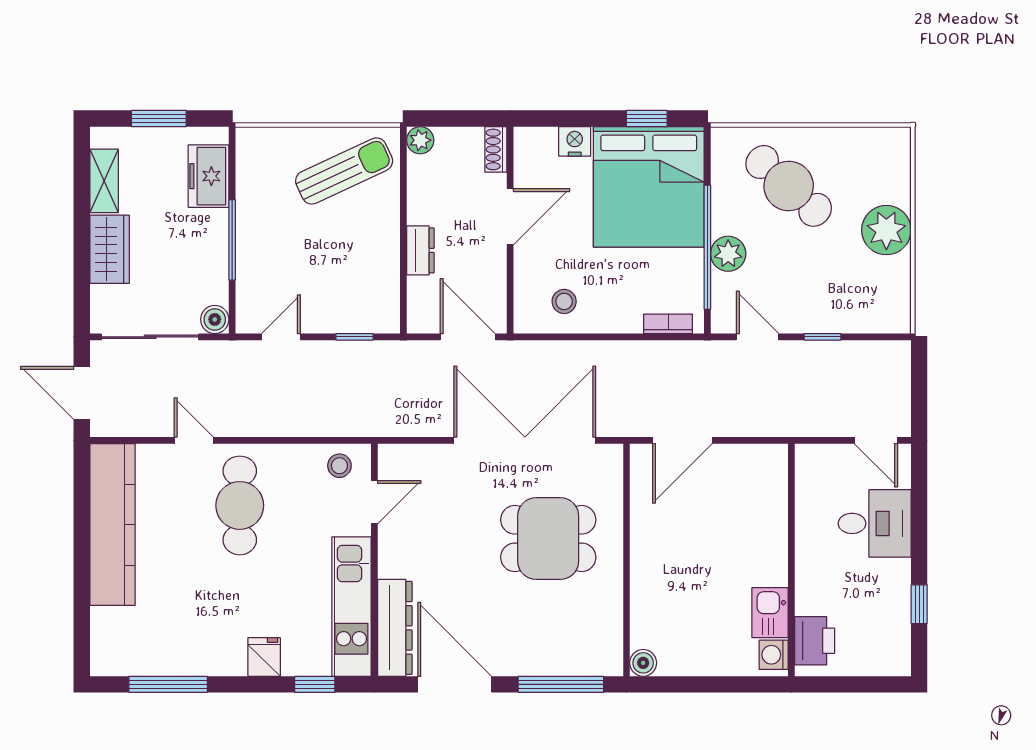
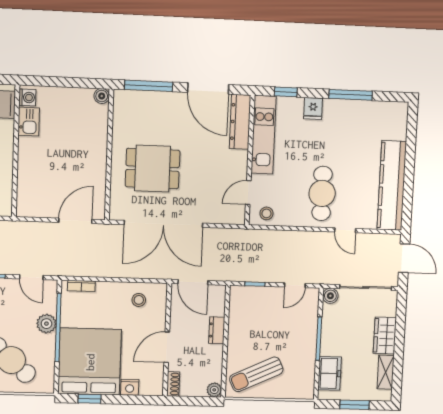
window: (168, 684) -> (351, 95), moved

